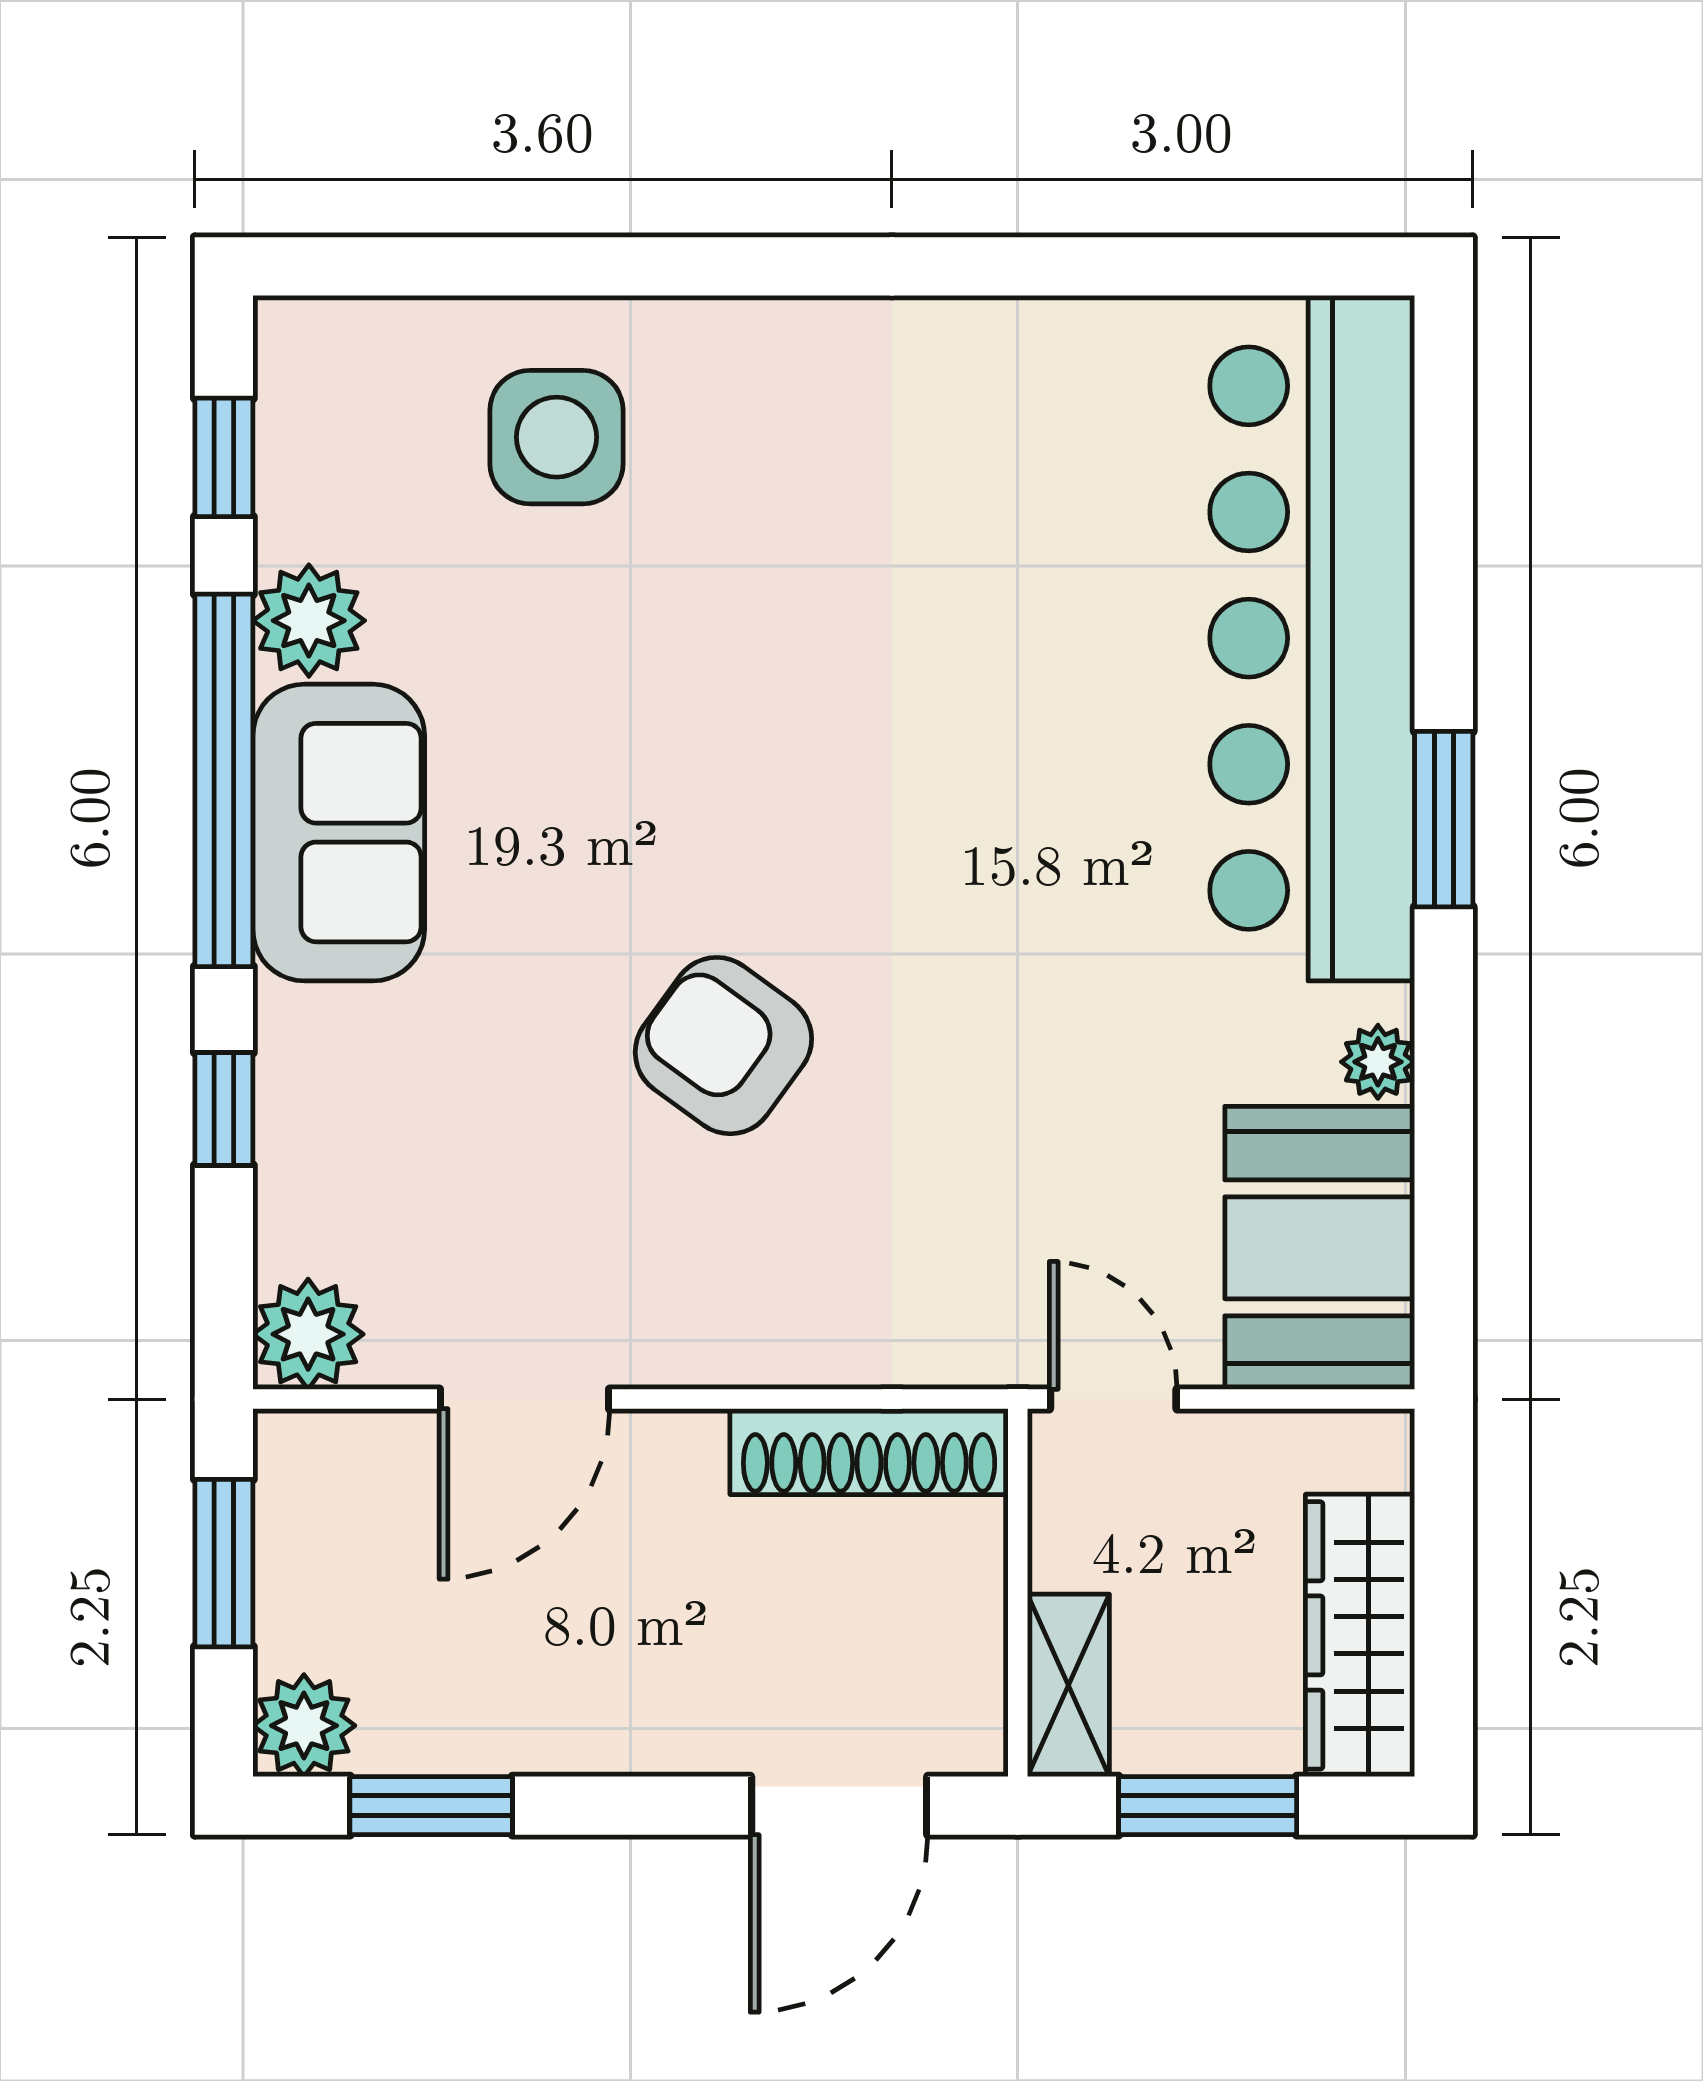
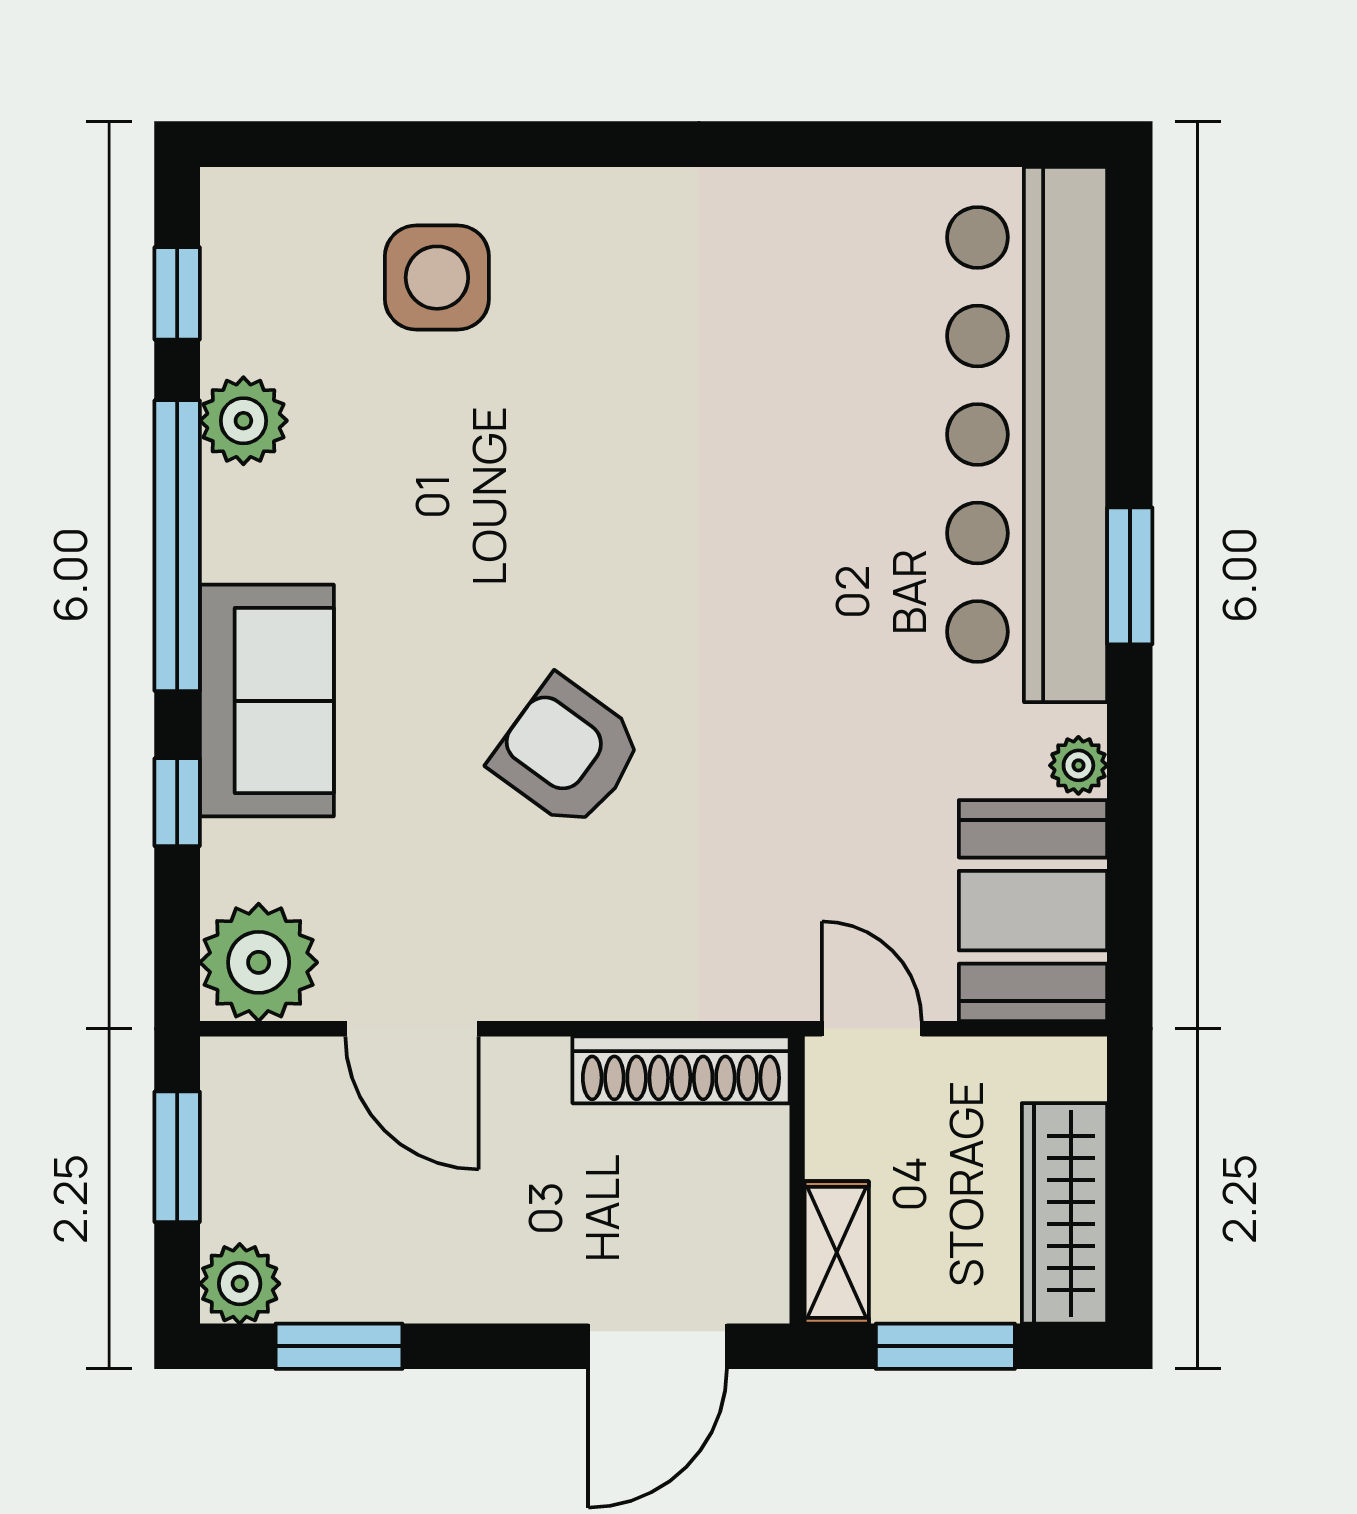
sofa: (339, 833) -> (267, 701), moved
plant: (308, 1334) -> (259, 962), width x1.36, depth x1.36
door: (525, 1399) -> (412, 1029), hinge flipped

